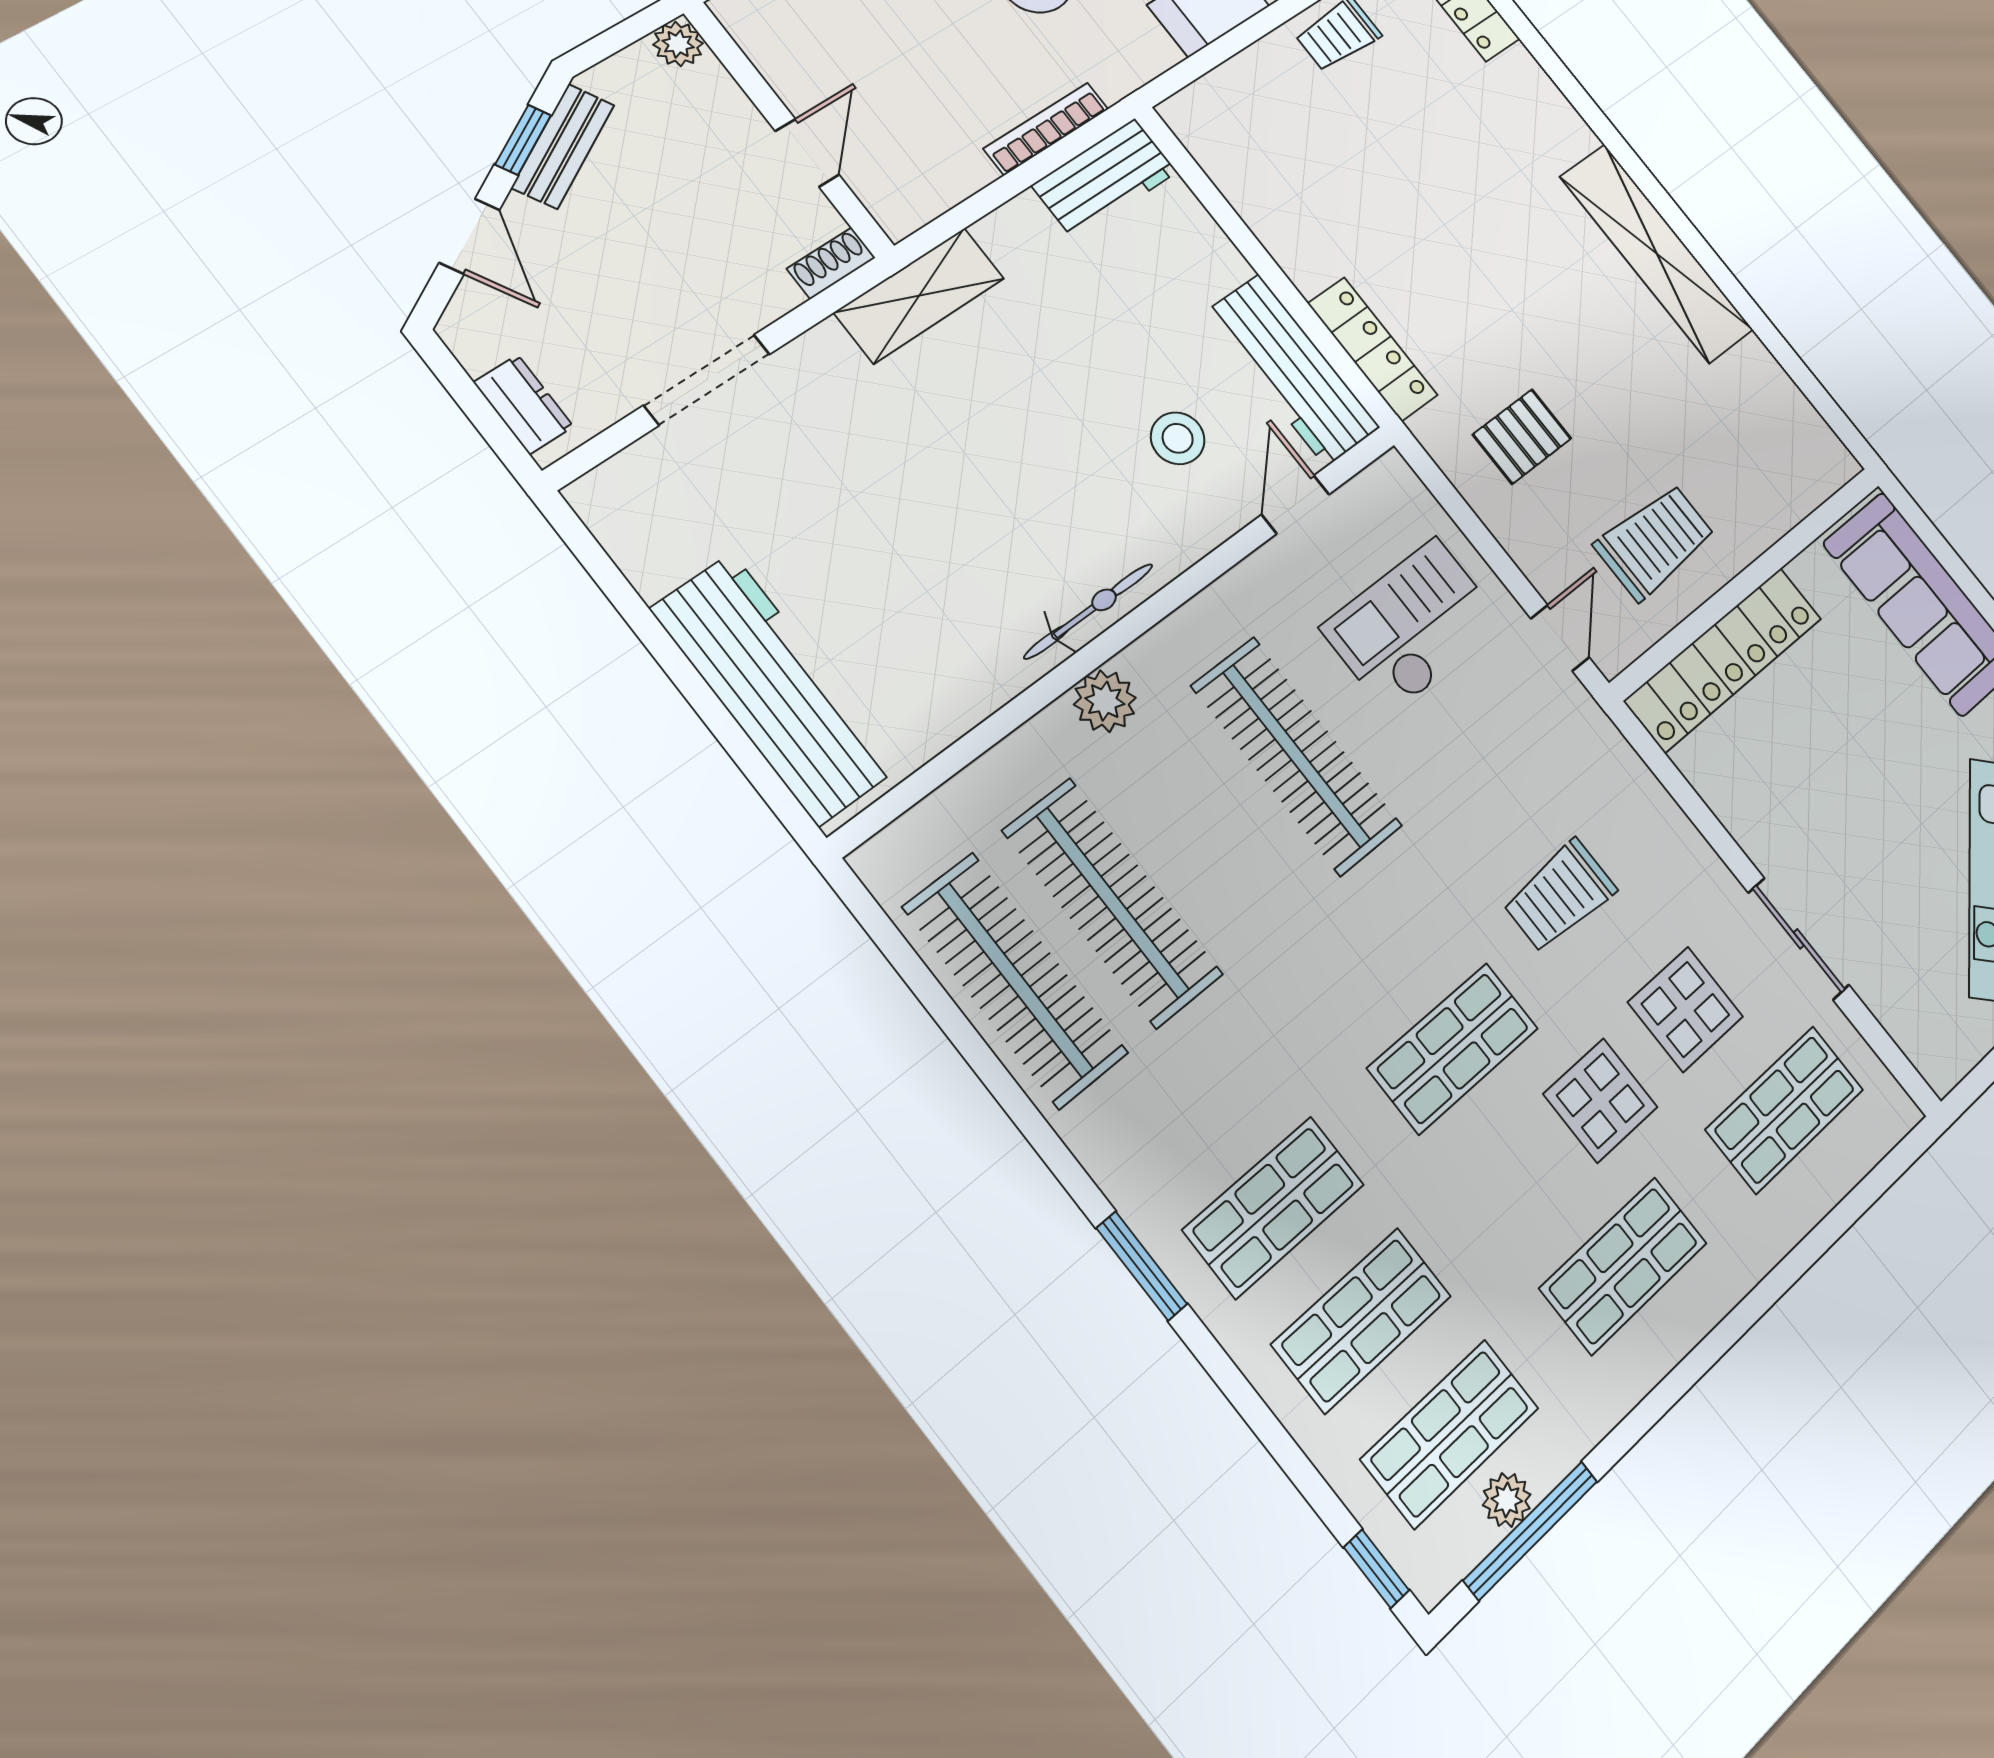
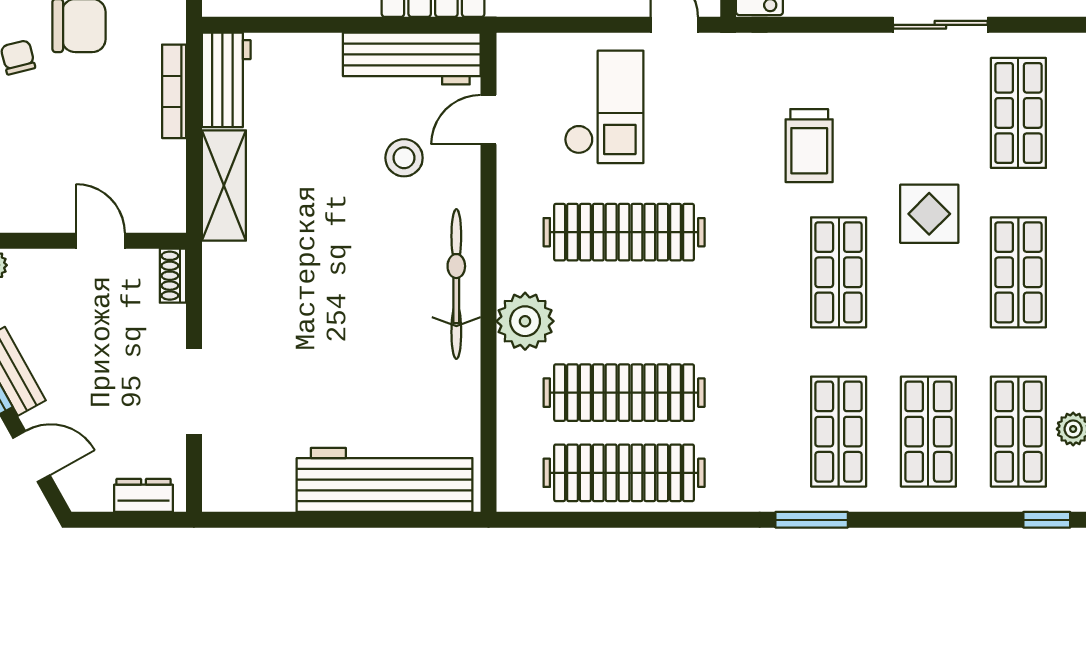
shelving: (919, 295) -> (224, 186), moved
door: (1295, 504) -> (489, 120), hinge flipped
bicycle: (1089, 611) -> (456, 284), width x1.37, depth x1.40
checkout: (1413, 626) -> (604, 107), turned 180
plant: (1105, 701) -> (525, 321), width x1.36, depth x1.36
display table: (1685, 1009) -> (923, 125), removed

